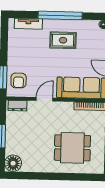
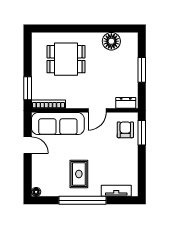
rug: (63, 40) -> (79, 174), turned 90
floor lamp: (13, 163) -> (111, 41), moved

